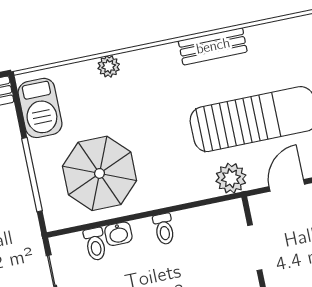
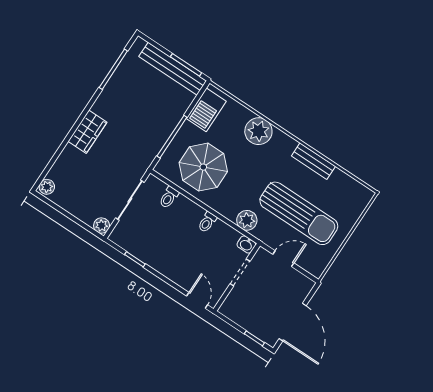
plant: (109, 66) -> (258, 131), width x1.88, depth x1.88
plant: (231, 178) -> (247, 220), moved
washbasin: (118, 234) -> (246, 244), moved

